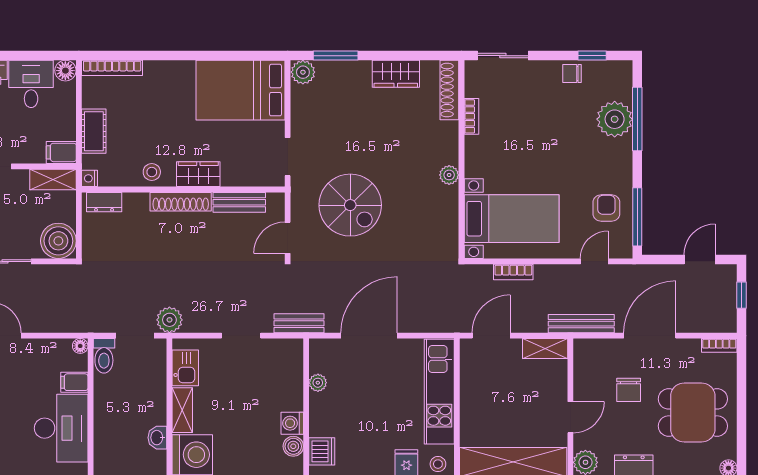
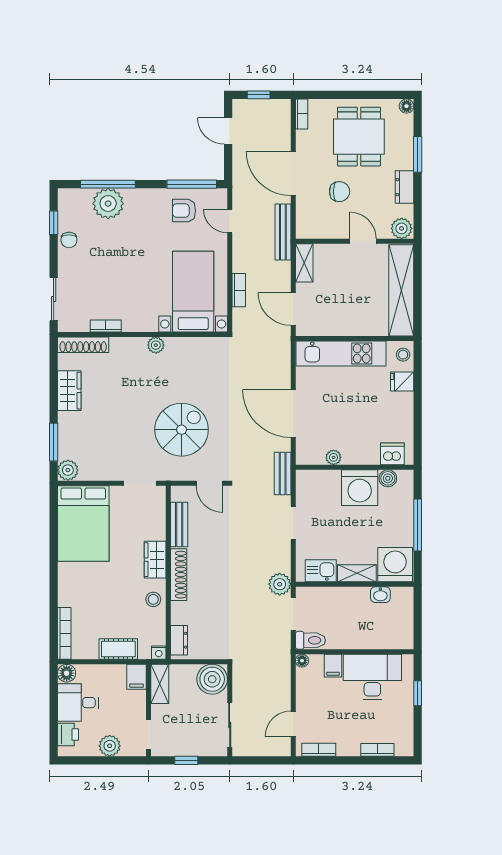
washing machine: (292, 423) -> (360, 488), width x1.89, depth x1.89

